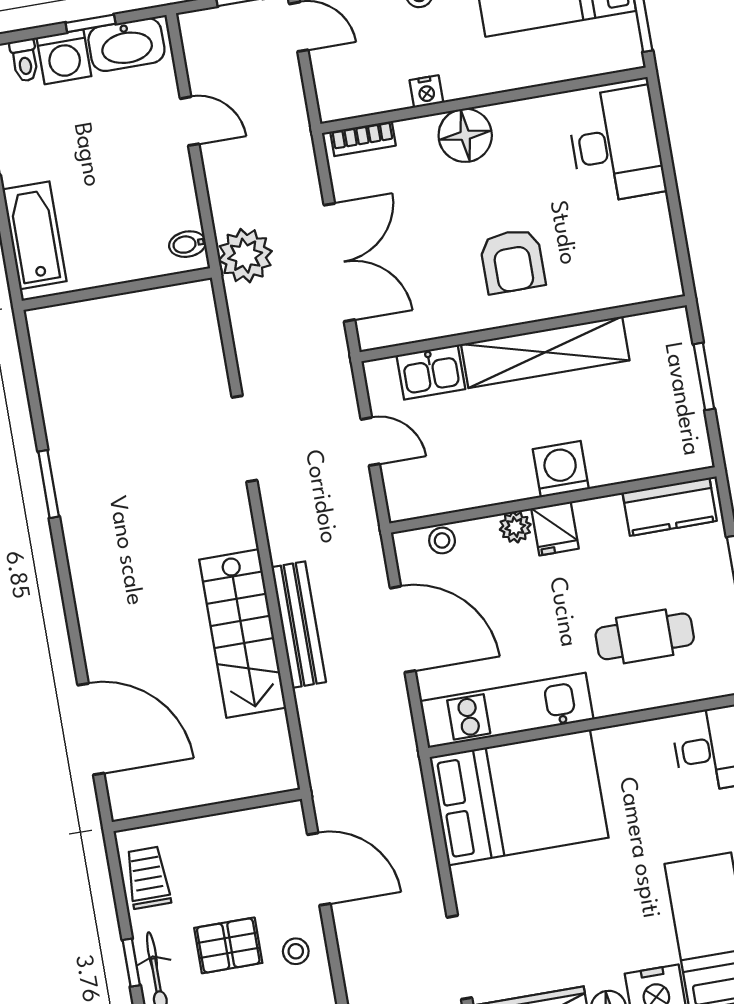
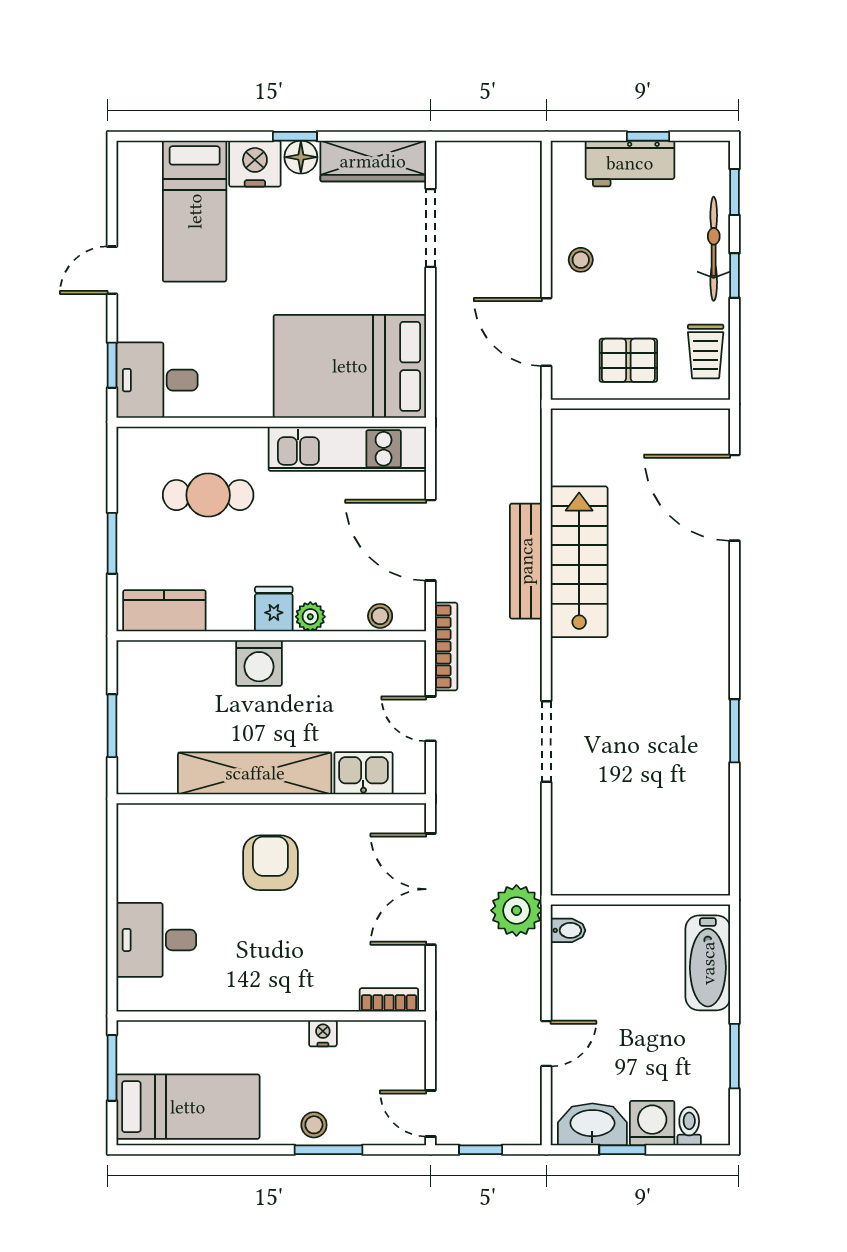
door: (190, 121) -> (546, 1044), swing flipped
floor lamp: (465, 135) -> (294, 987), removed
desk: (616, 145) -> (156, 940), width x0.73
bookcase: (367, 520) -> (446, 646), added
pallet: (228, 945) -> (628, 360), moved

